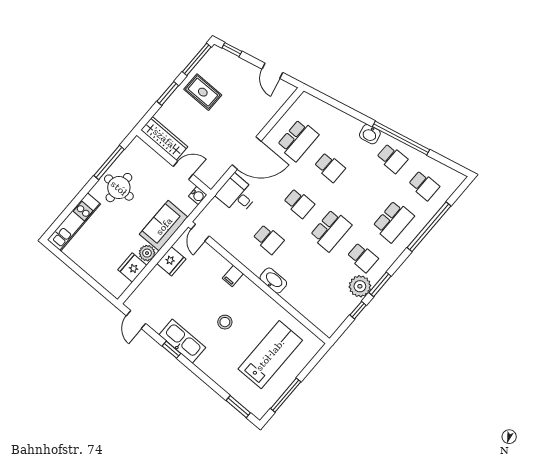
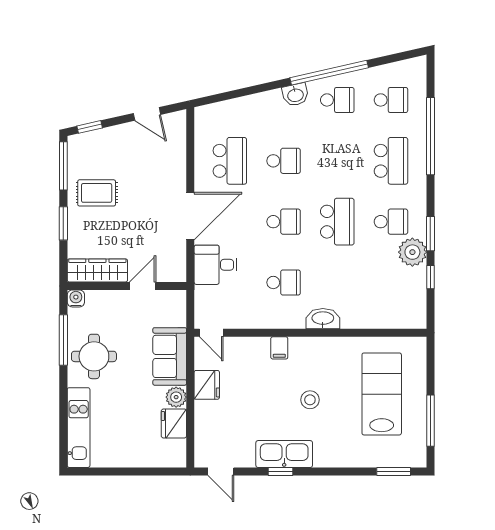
water cooler: (198, 195) -> (76, 298), moved, turned -90

